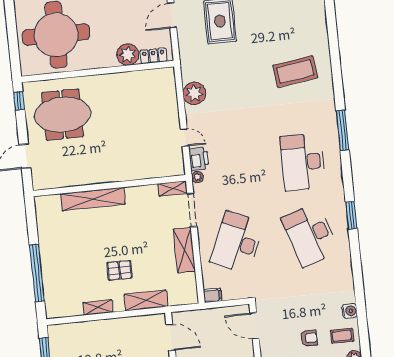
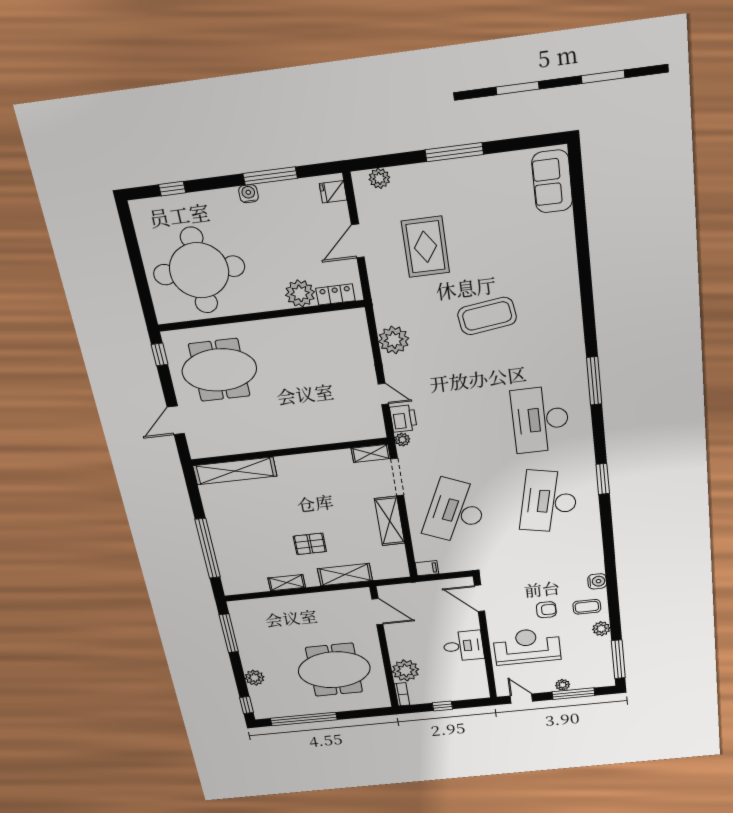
coffee table: (295, 72) -> (487, 316), moved
shelving: (93, 199) -> (235, 471), moved
desk: (310, 235) -> (549, 502), turned 30

